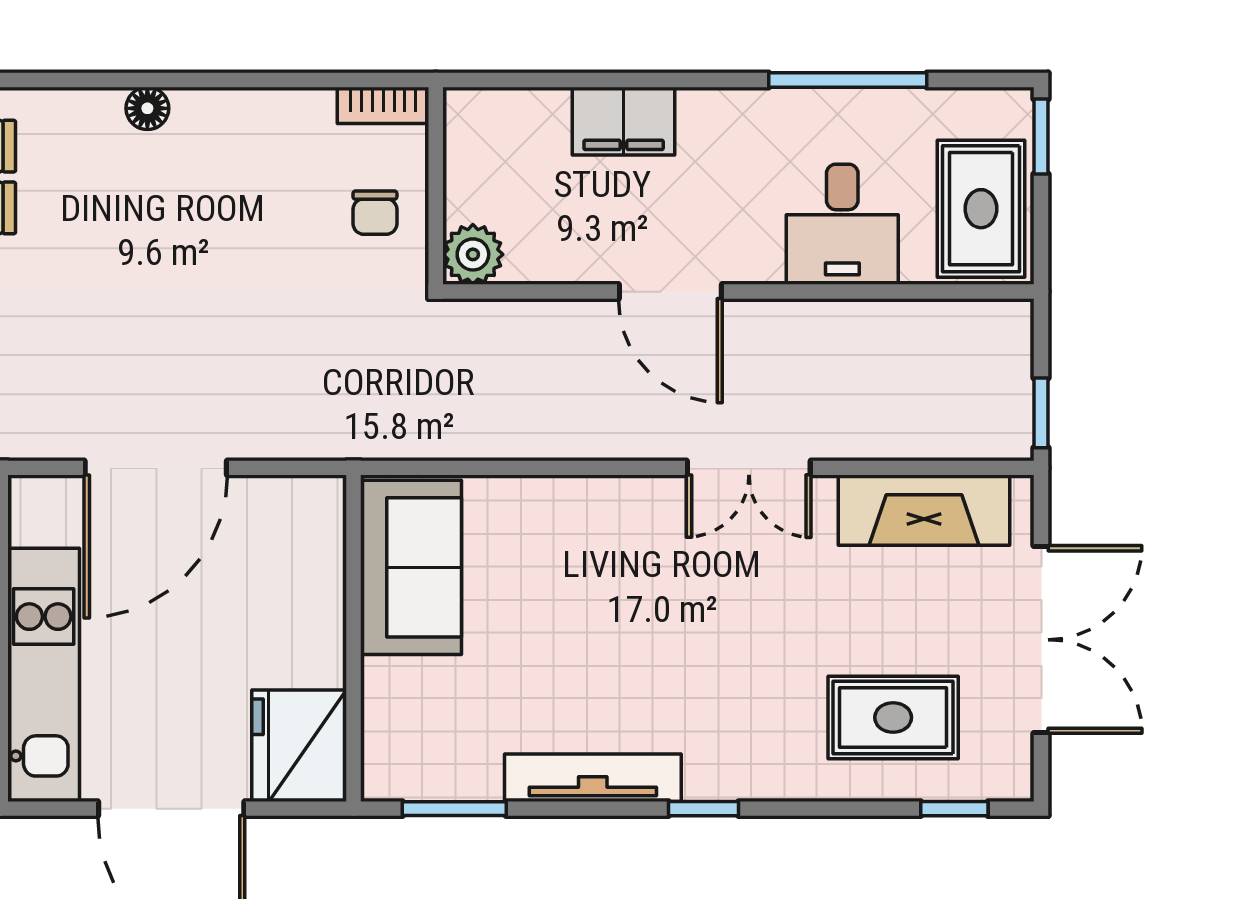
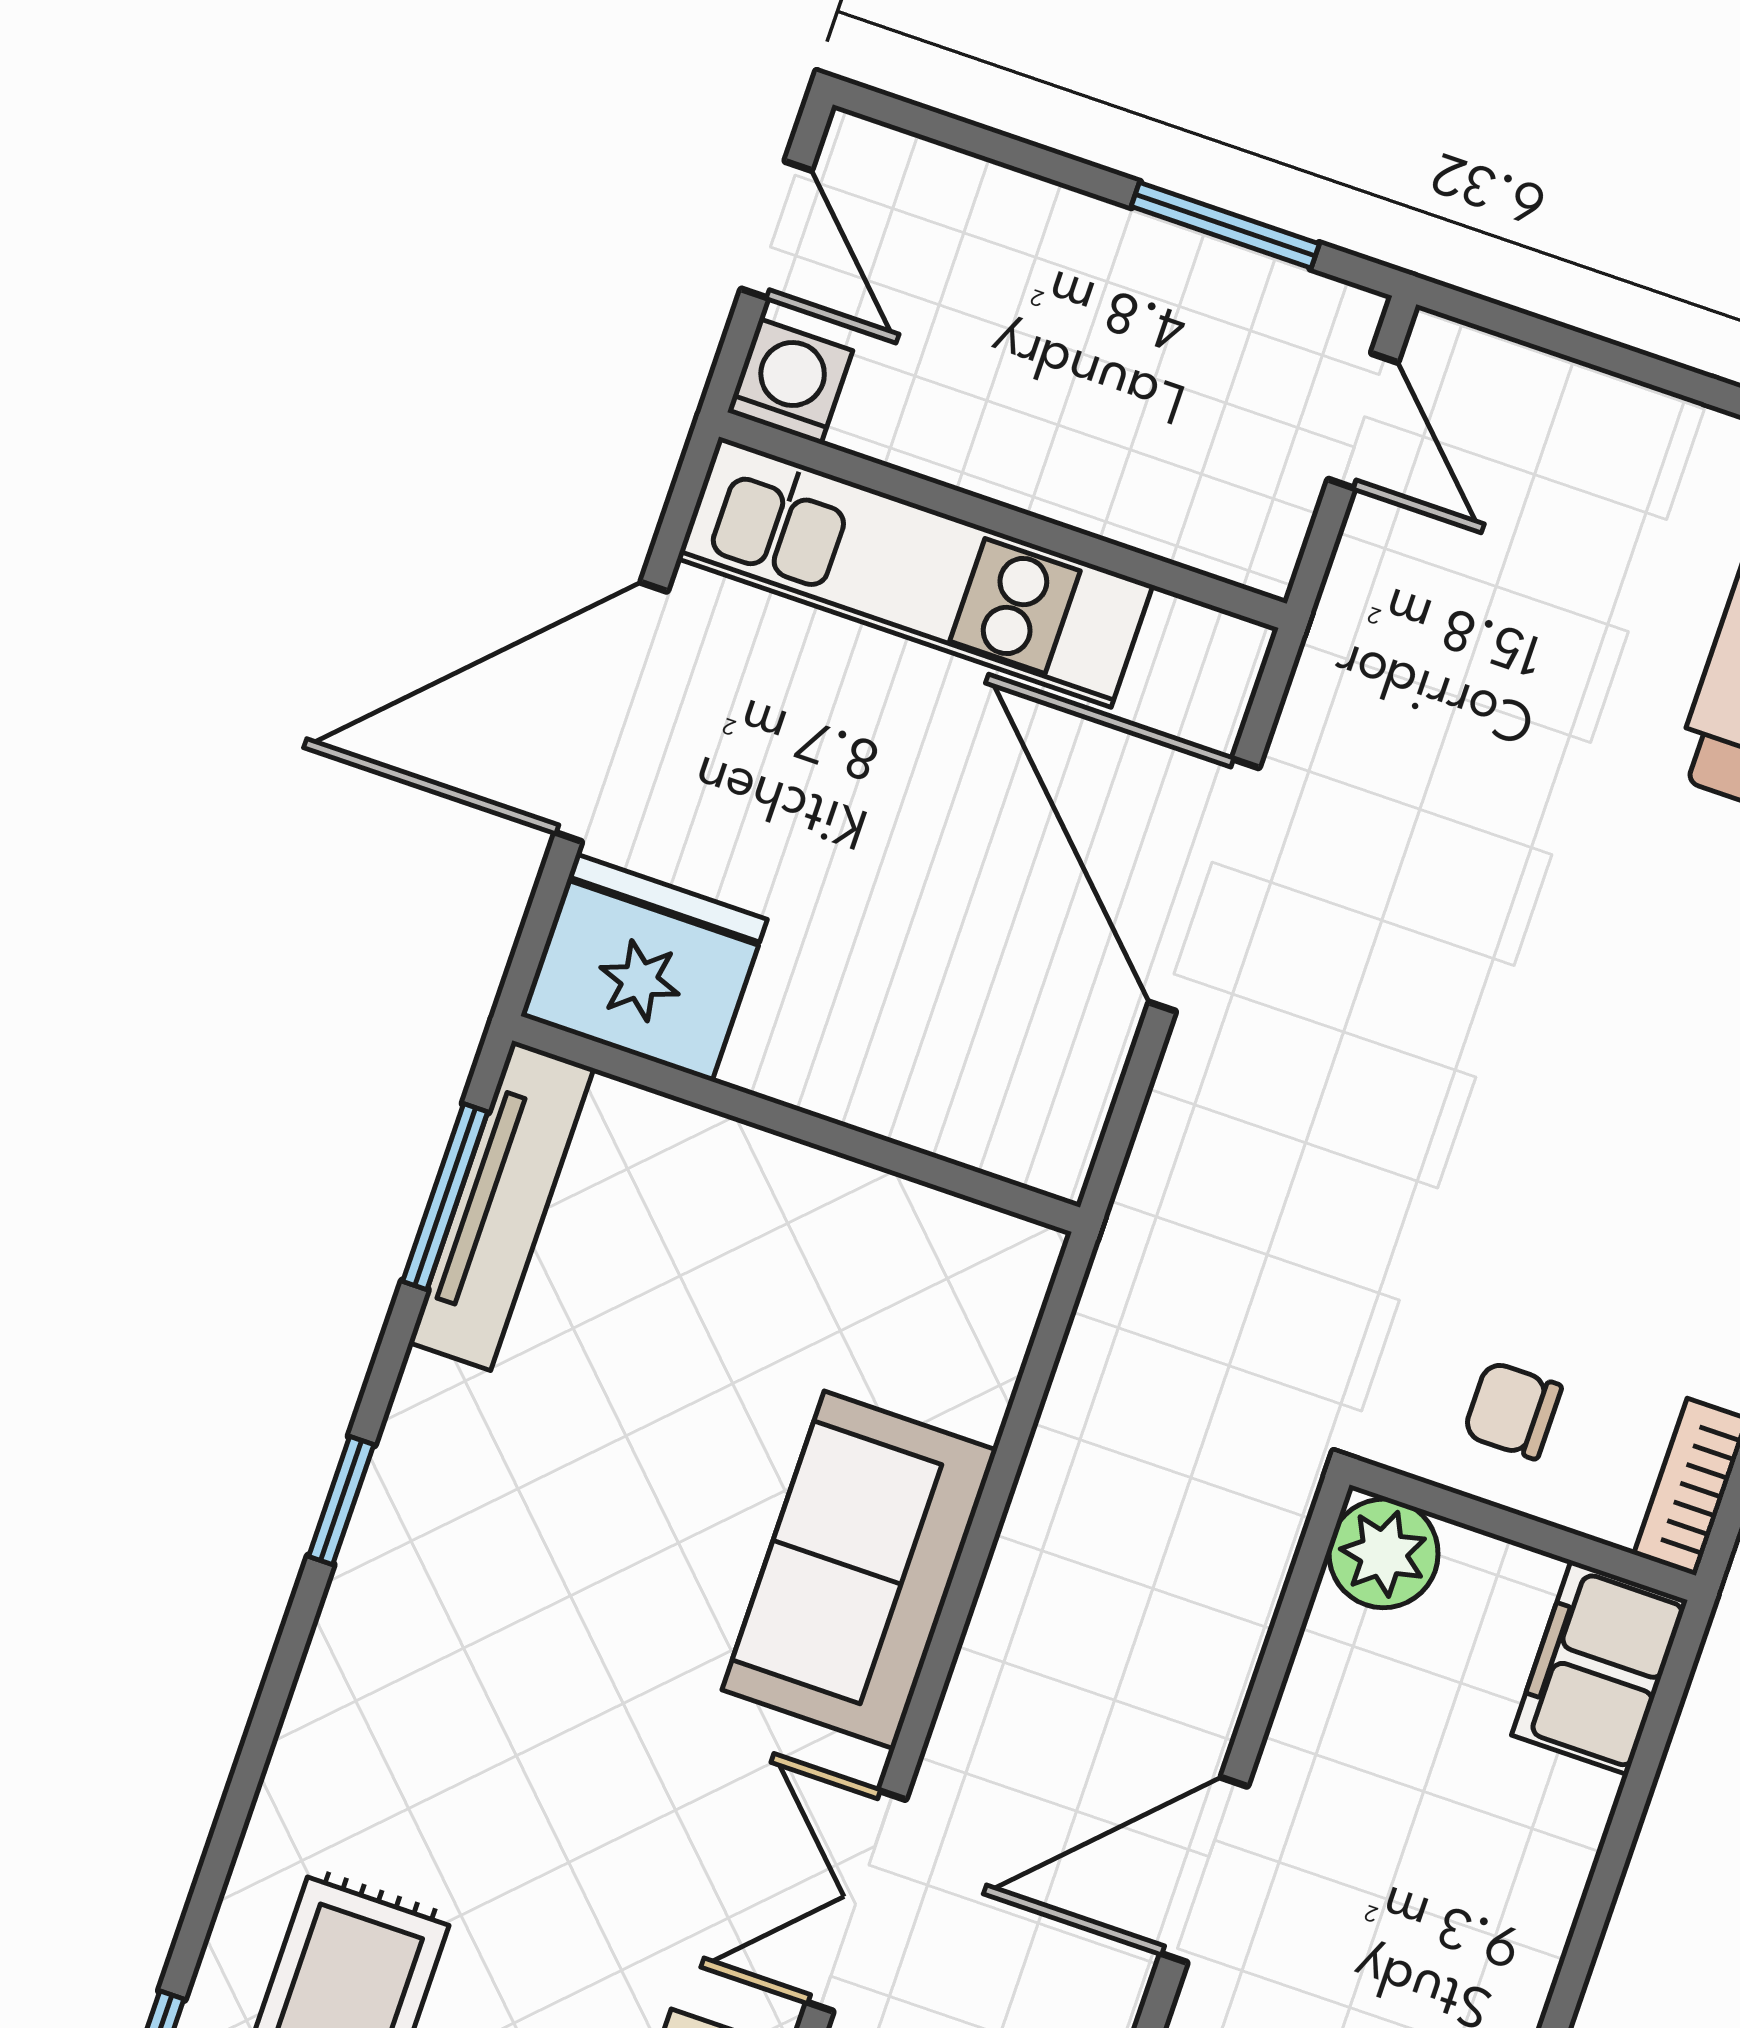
filing cabinet: (624, 121) -> (1600, 1668), moved
sofa: (411, 567) -> (859, 1570), moved, turned 90
tv unit: (593, 778) -> (501, 1205), moved
window: (703, 809) -> (341, 1500), moved

